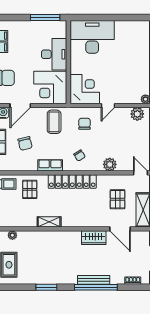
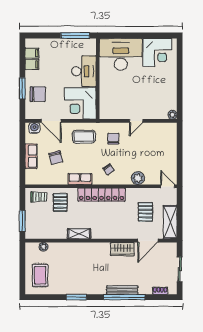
corner desk: (85, 89) -> (157, 53), moved, turned 90
door: (20, 105) -> (51, 121), hinge flipped
plant: (137, 114) -> (165, 129), removed
coffee table: (54, 122) -> (84, 137), turned 90
door: (120, 229) -> (148, 241), hinge flipped

